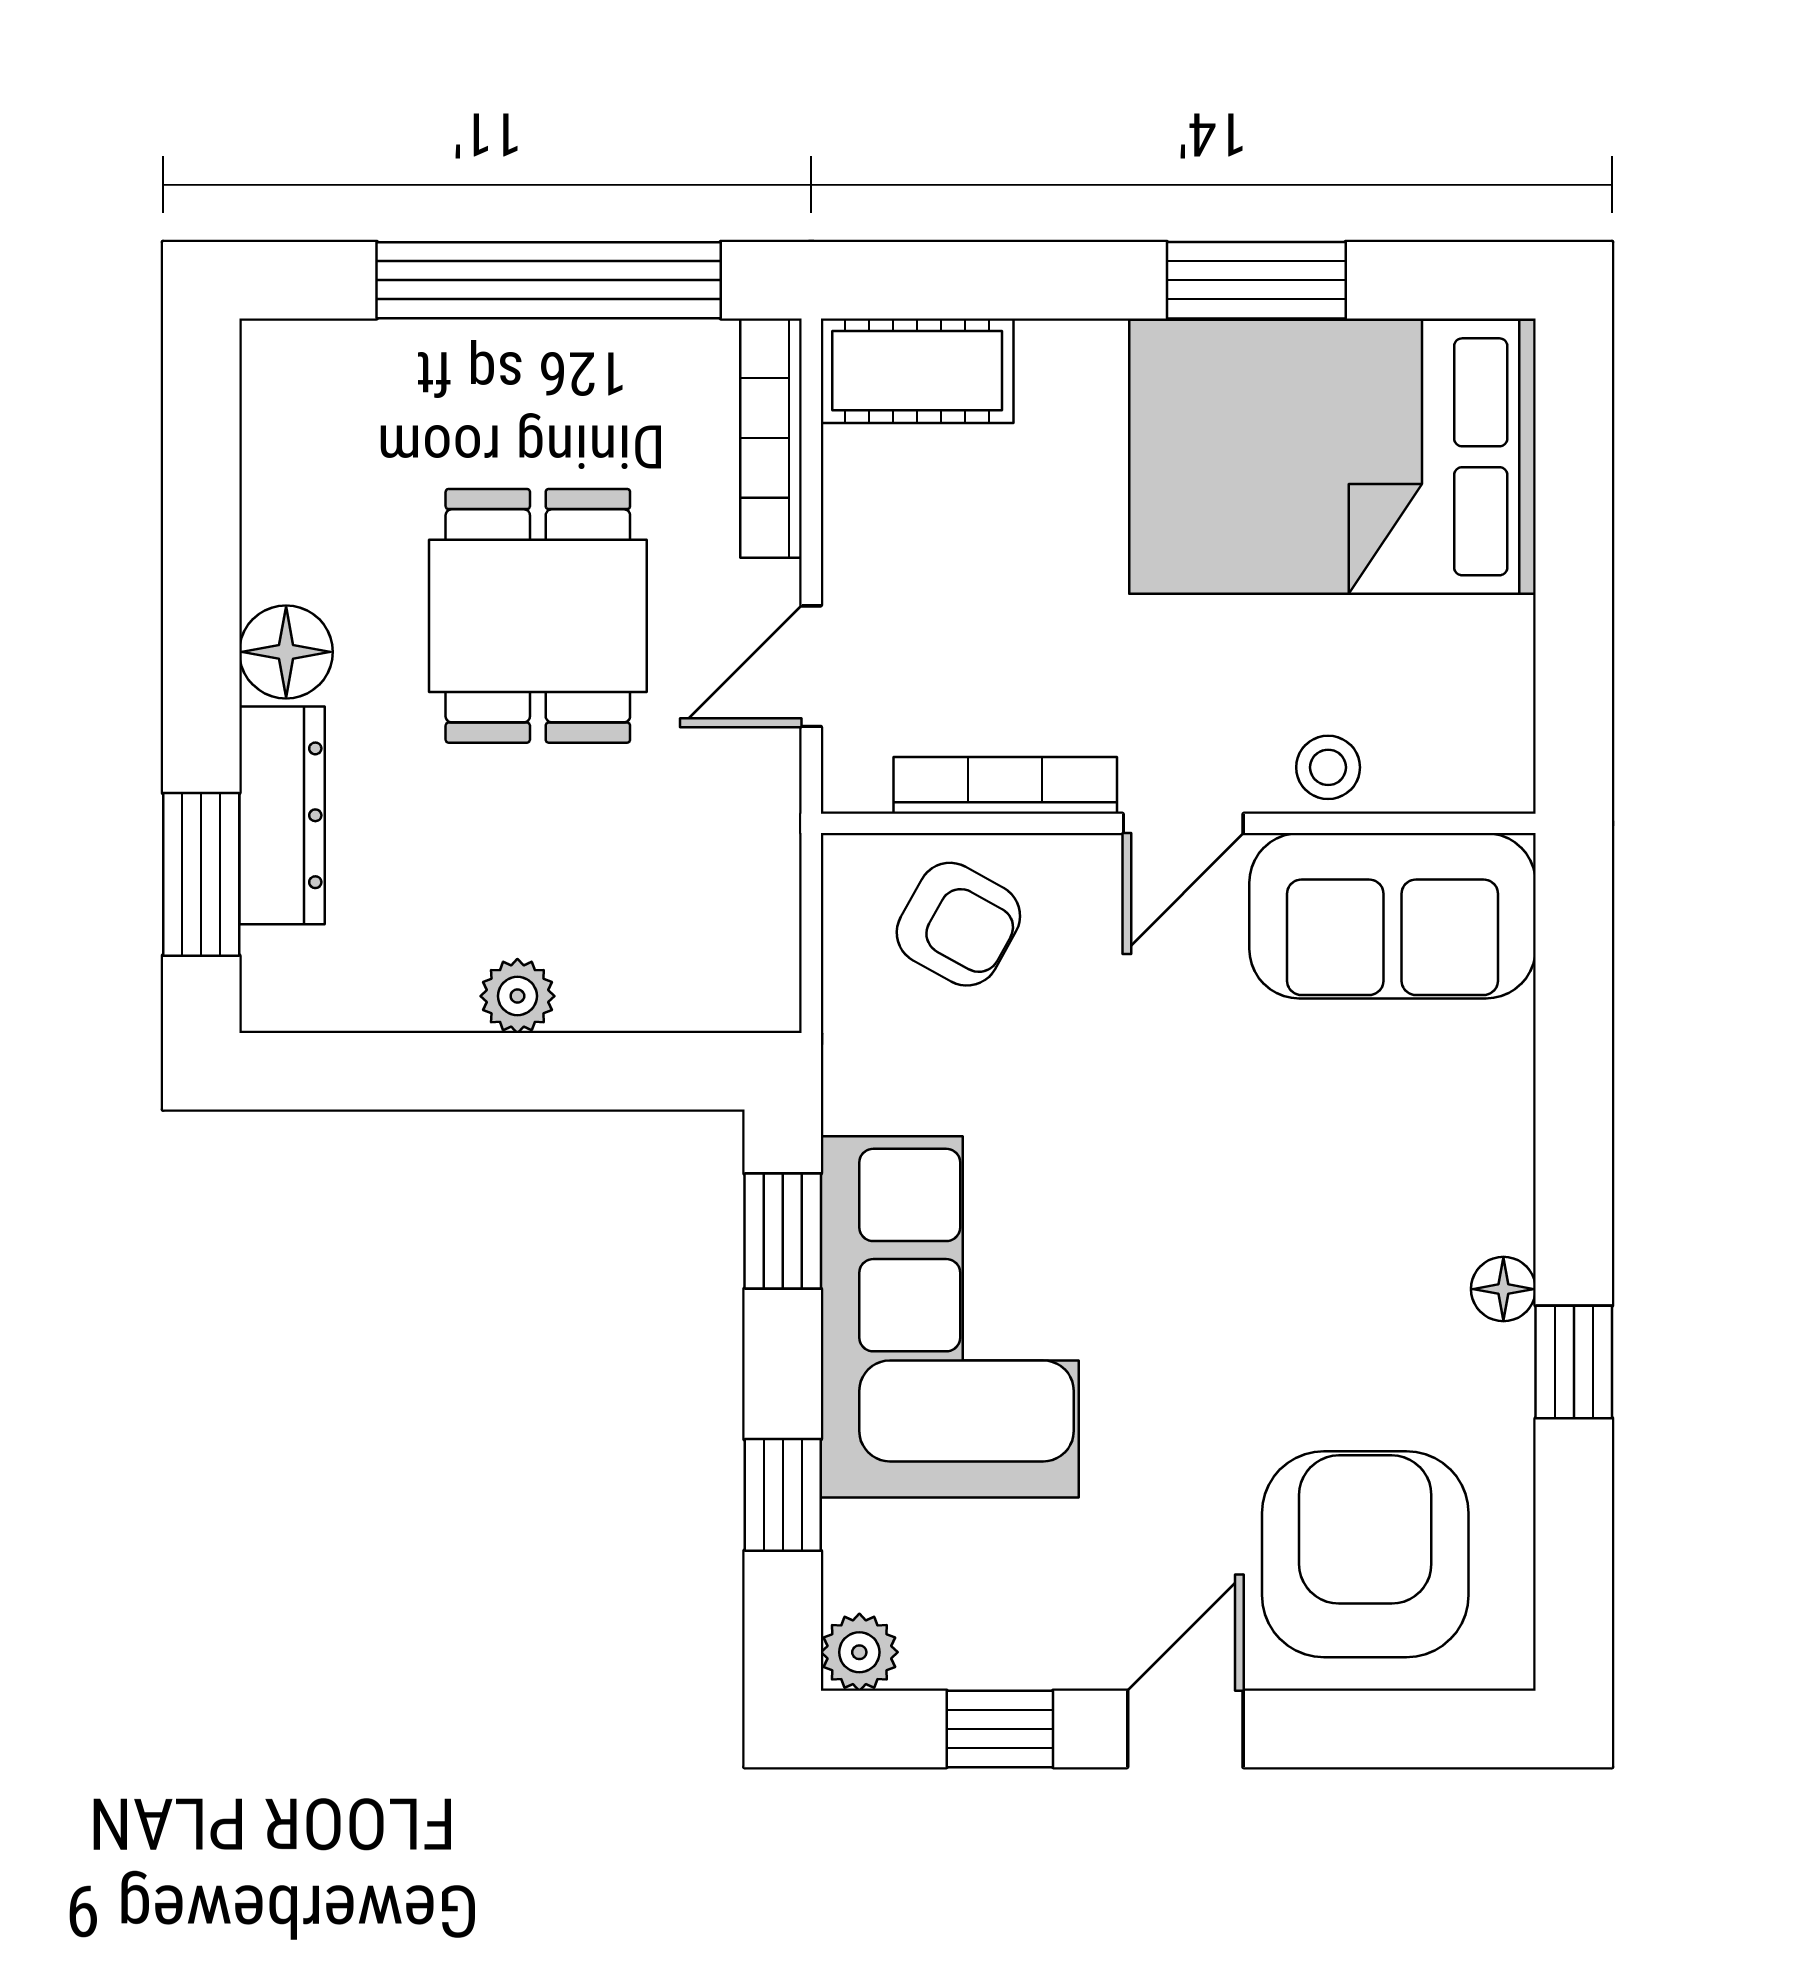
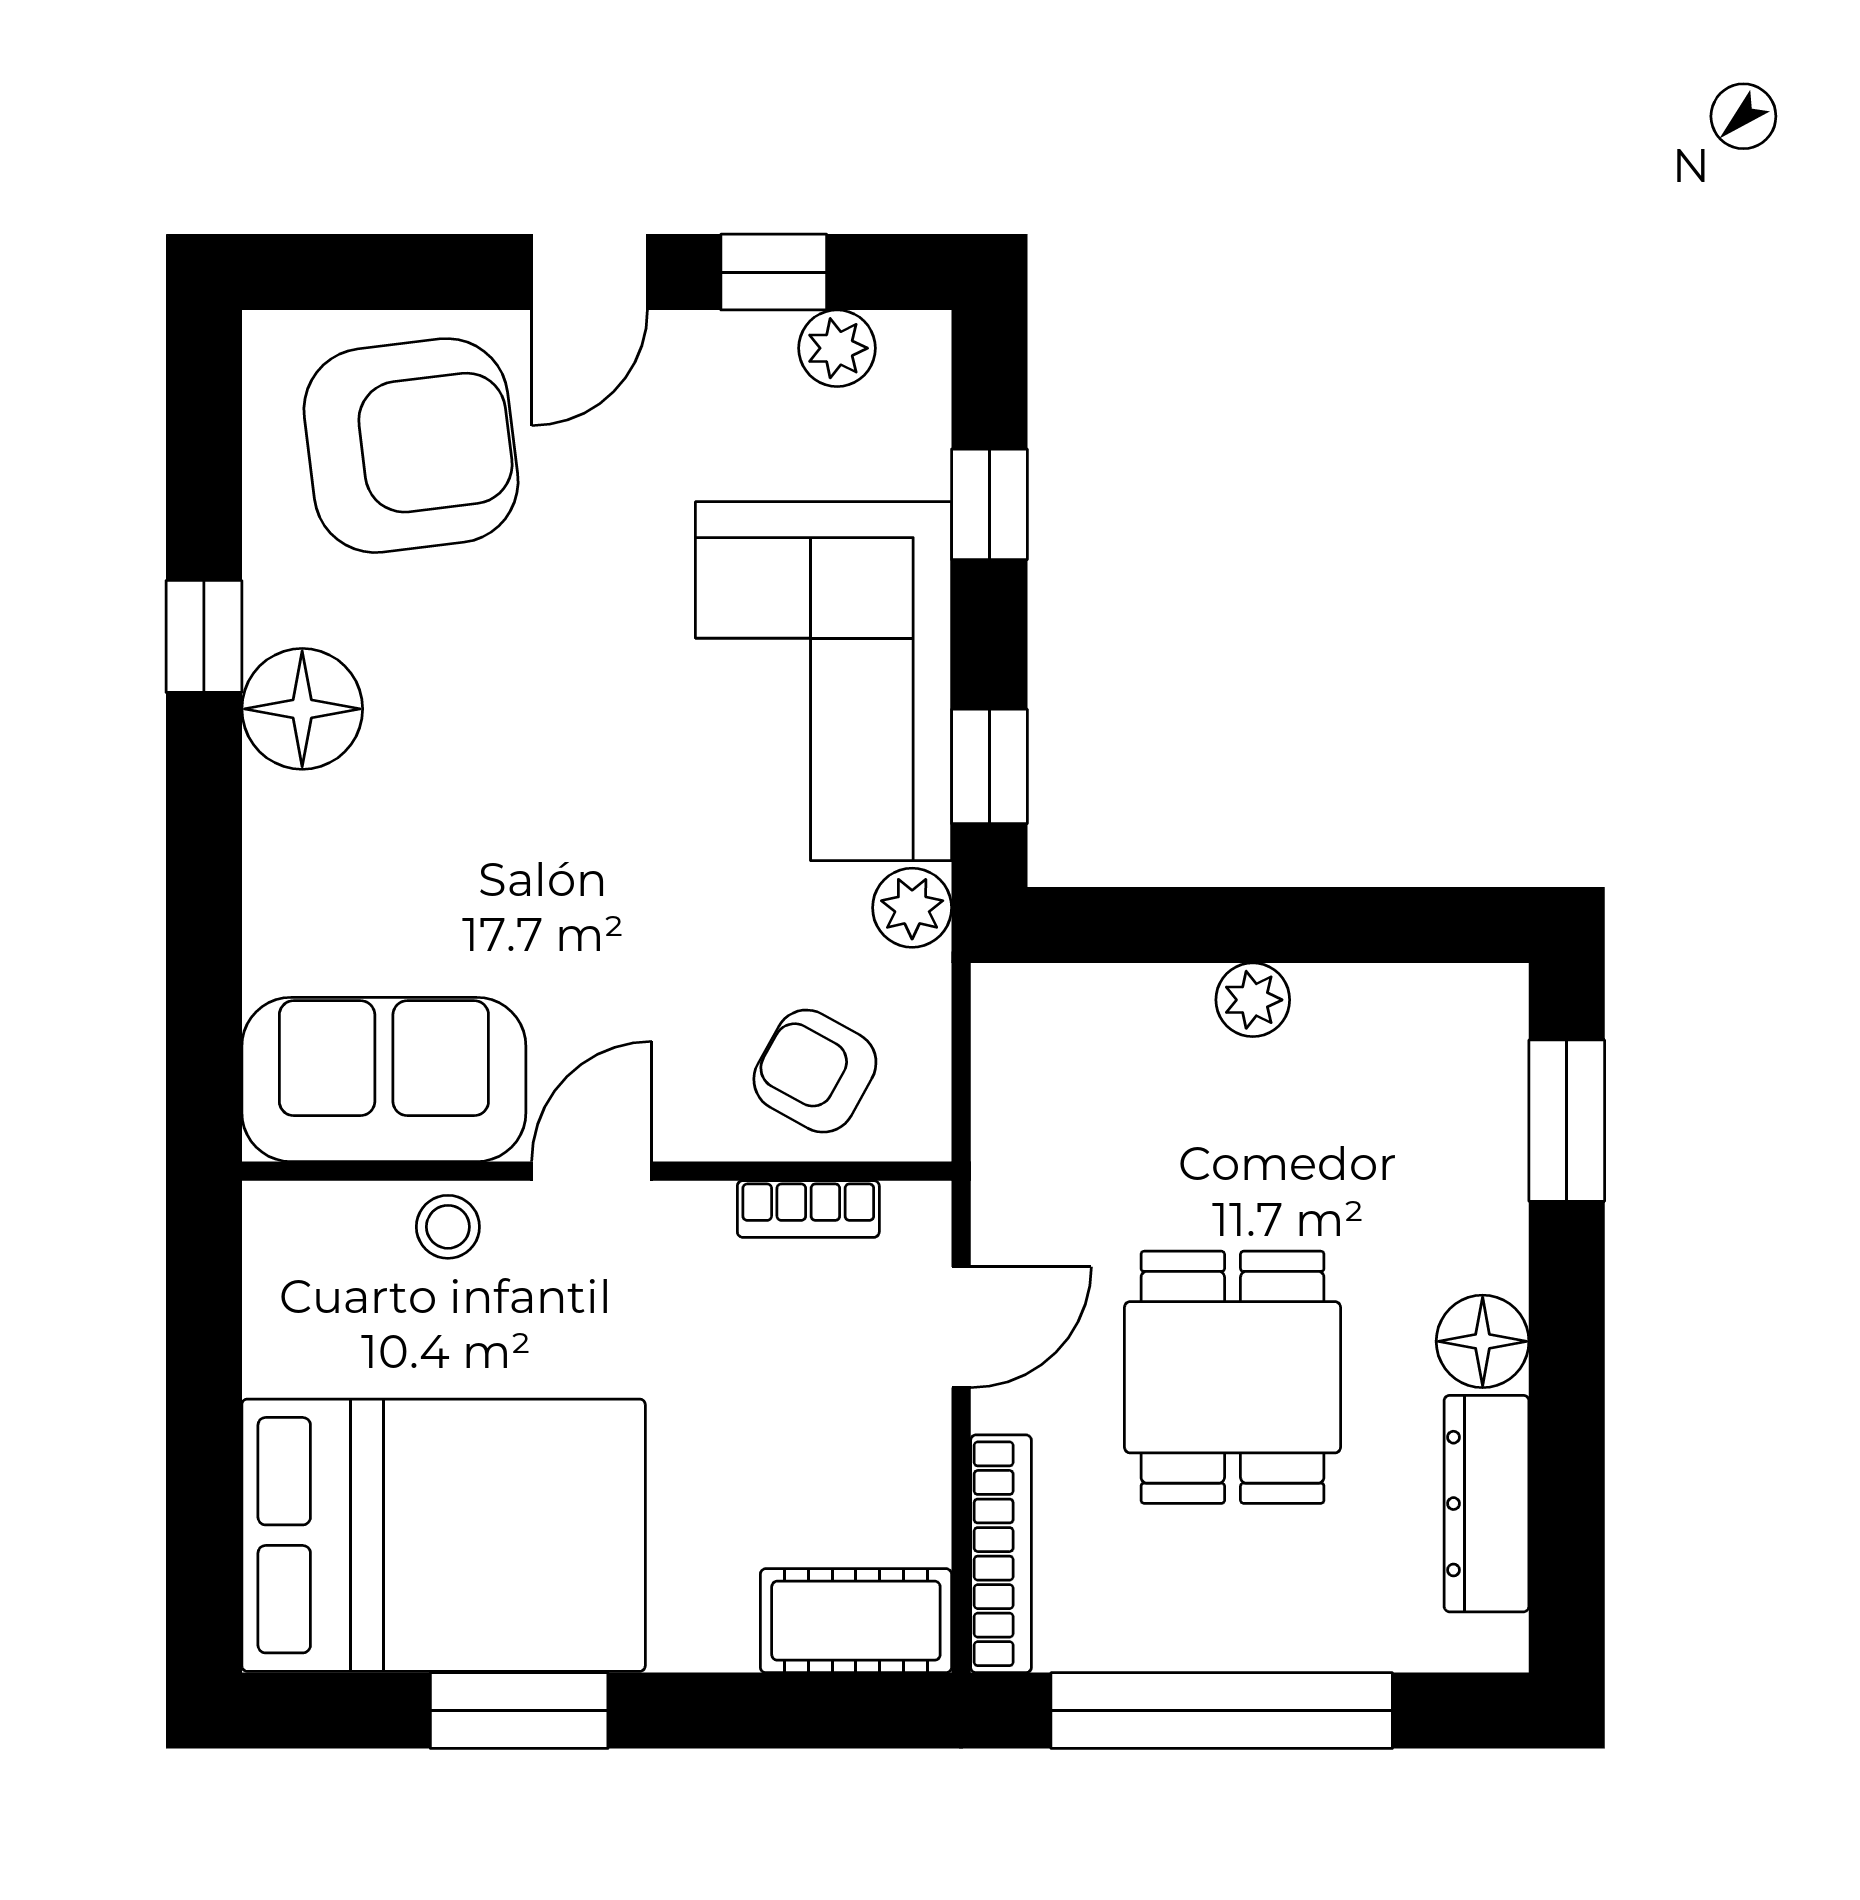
bookcase: (1005, 785) -> (808, 1209), width x0.64
dresser: (282, 815) -> (1487, 1504), moved
plant: (861, 1089) -> (912, 908), added
floor lamp: (1503, 1289) -> (302, 709), width x1.89, depth x1.89
armchair: (1365, 1554) -> (411, 446), turned -97
plant: (859, 1652) -> (837, 348), moved

